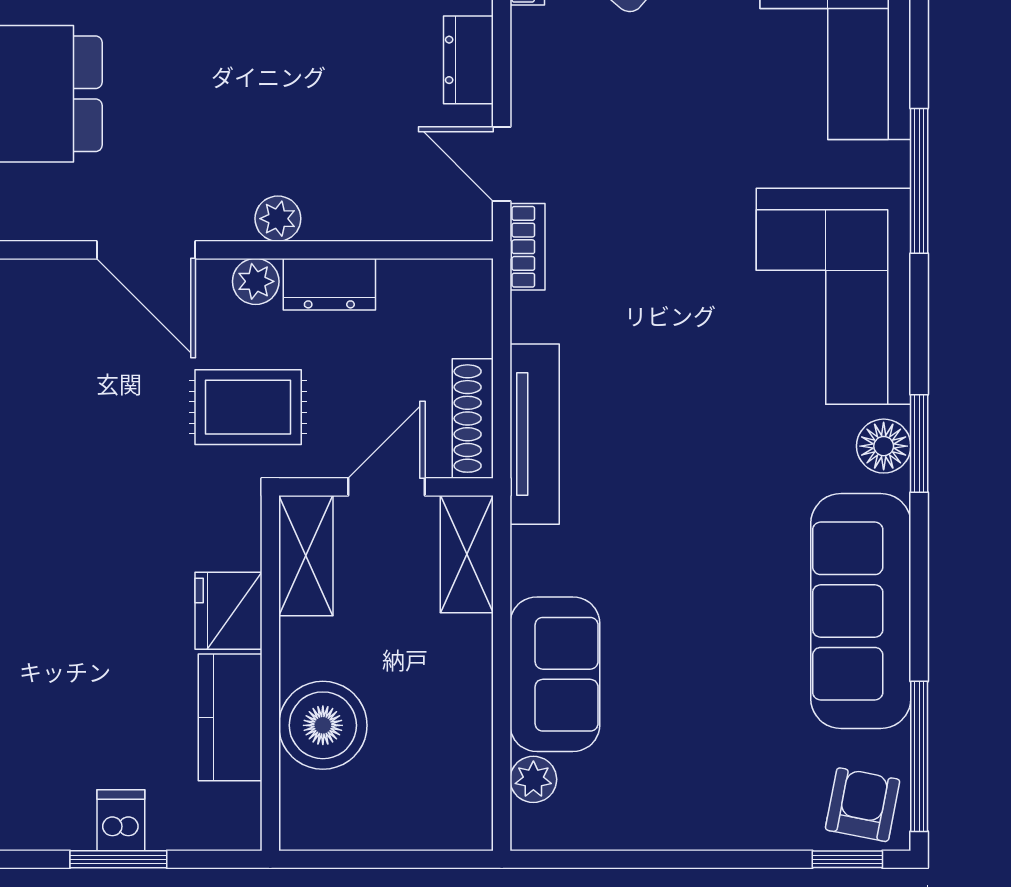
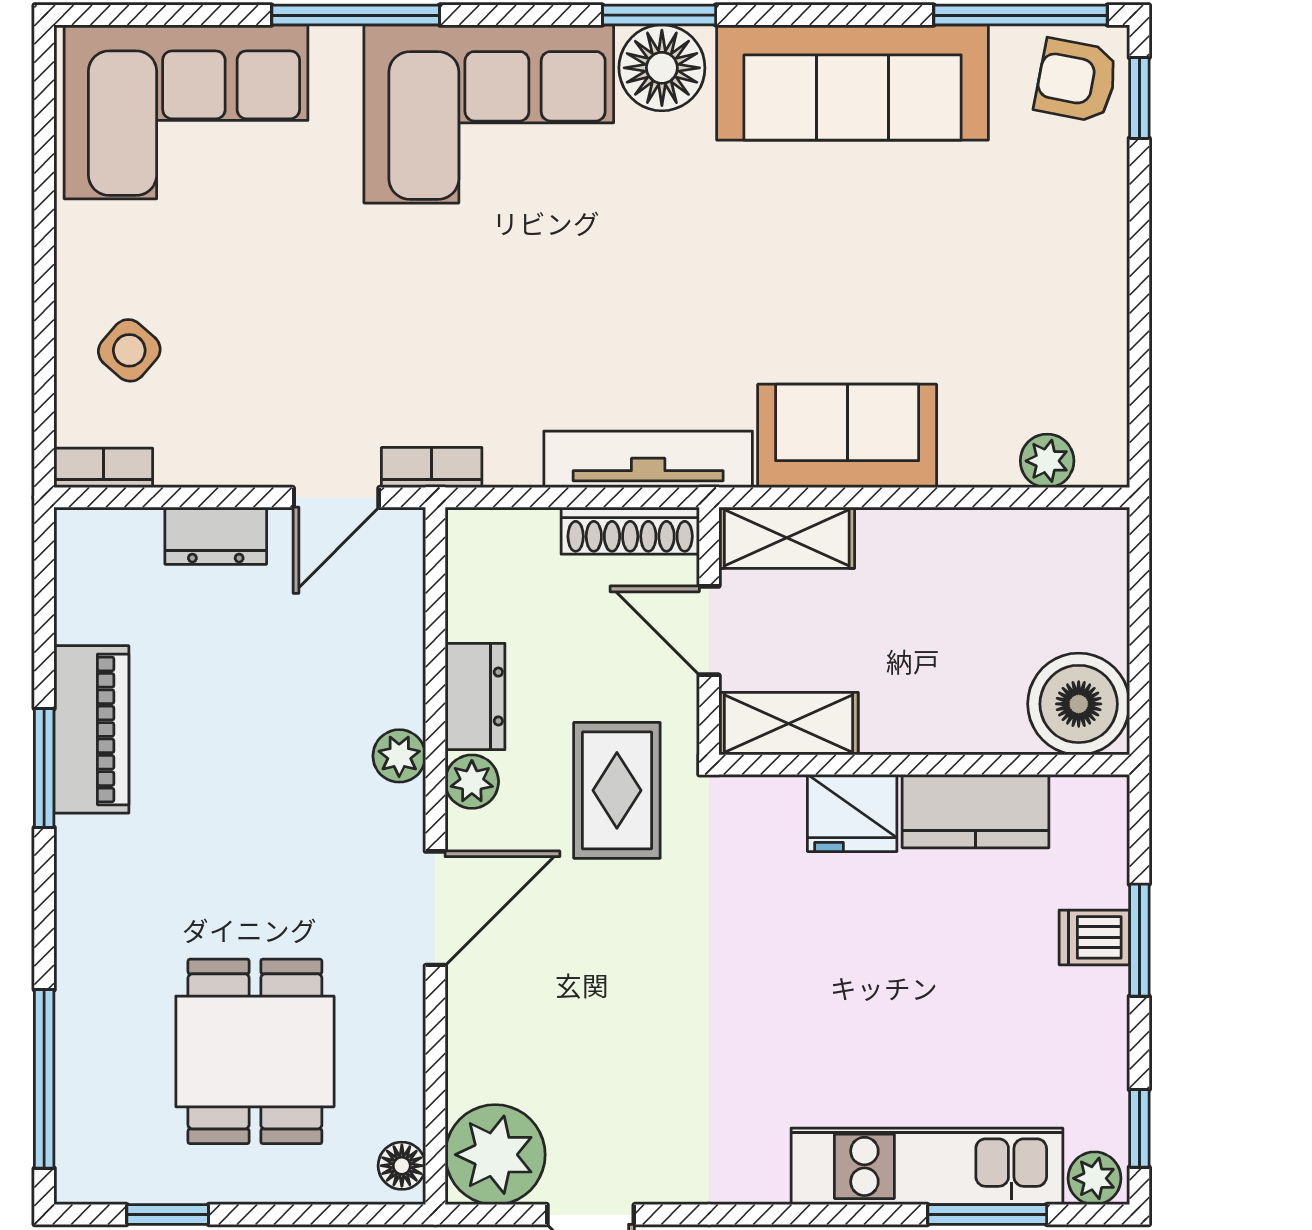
floor lamp: (884, 446) -> (662, 68), width x1.38, depth x1.38
sofa: (555, 674) -> (847, 436), moved
boiler: (323, 725) -> (1079, 704), moved

